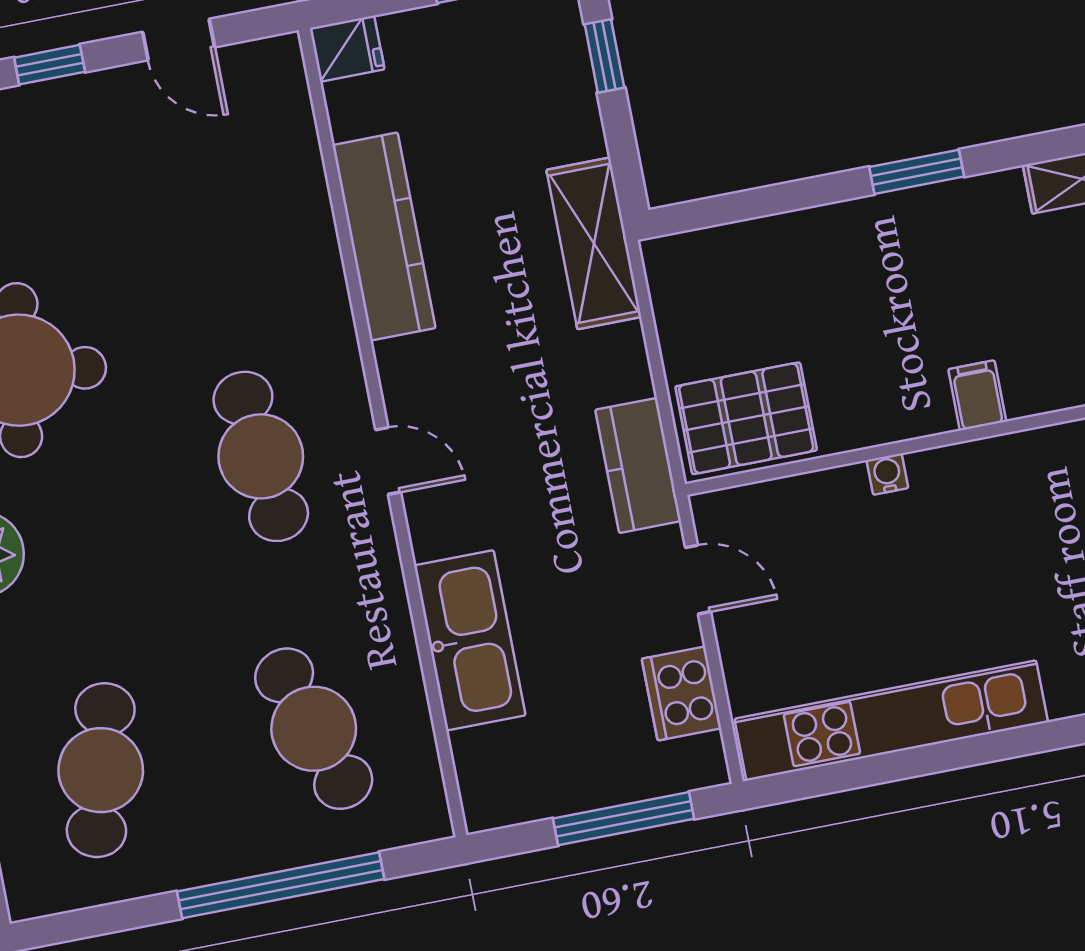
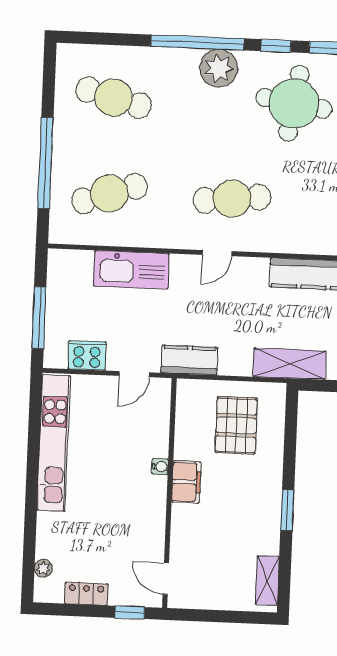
filing cabinet: (977, 395) -> (186, 482), moved, width x2.00
pallet: (746, 418) -> (236, 425), moved

